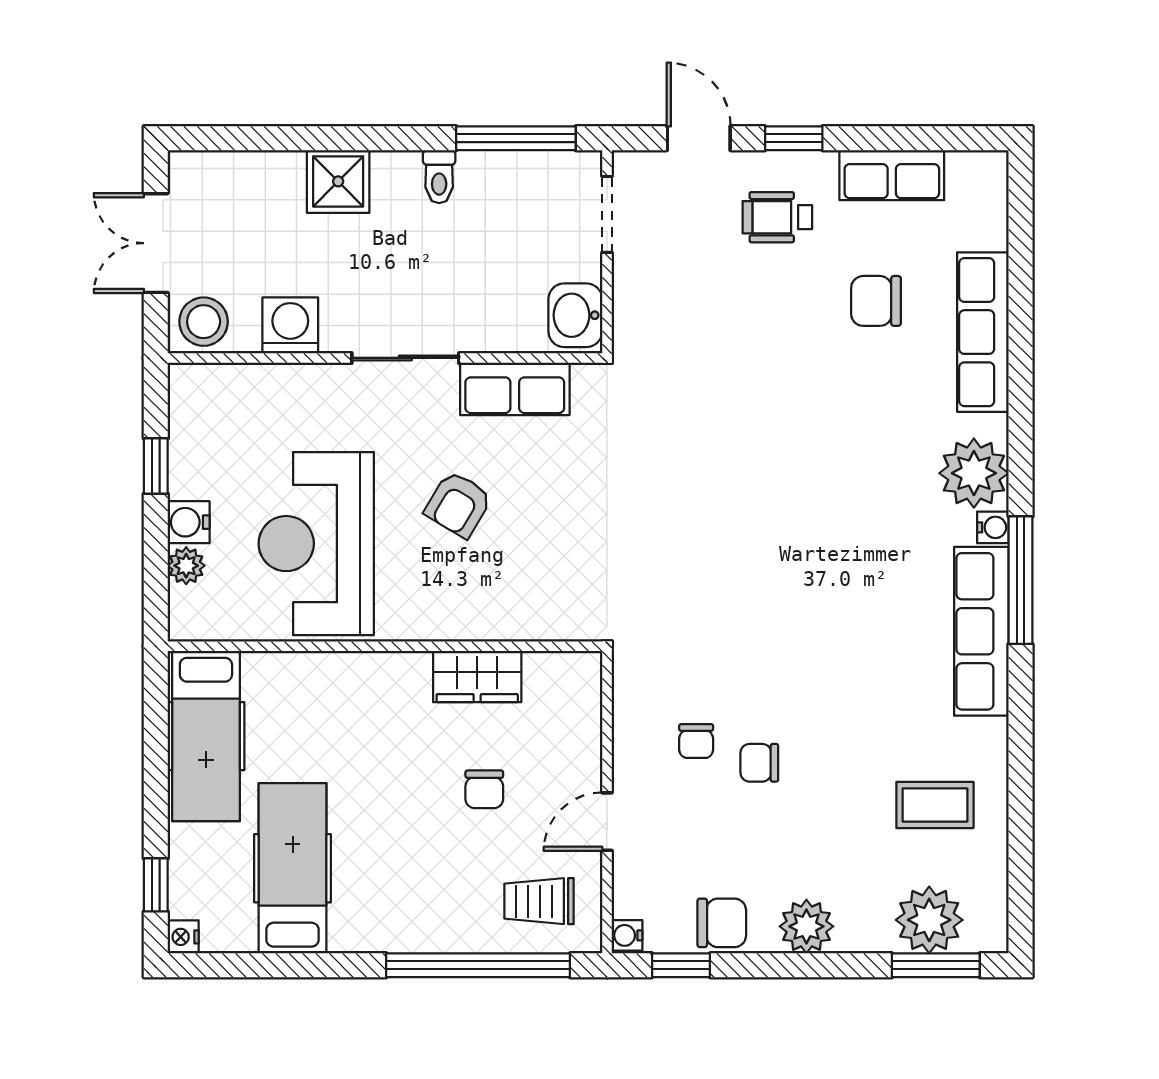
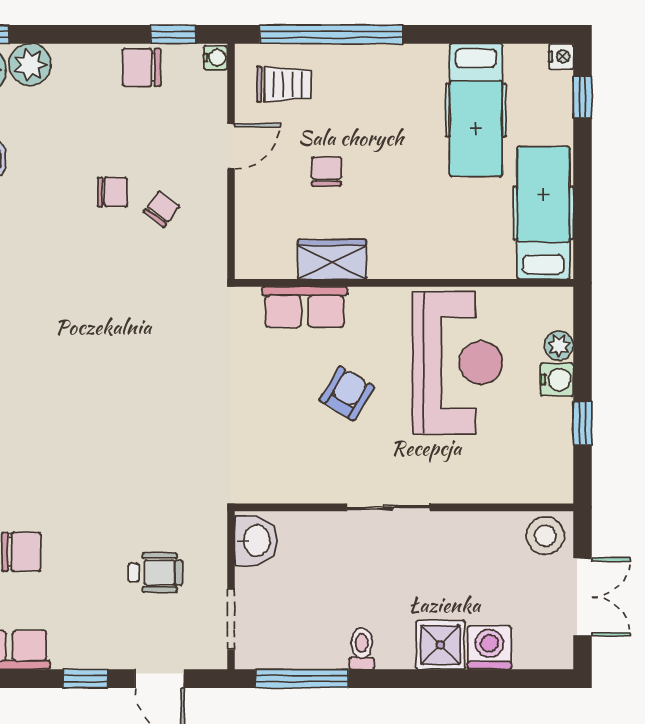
wheelchair: (777, 217) -> (155, 573), moved
washing machine: (290, 325) -> (489, 648), moved, turned 180
row of seats: (515, 389) -> (305, 307), moved, turned 180
chair: (696, 741) -> (162, 209), turned 37
plant: (806, 926) -> (30, 65), moved

